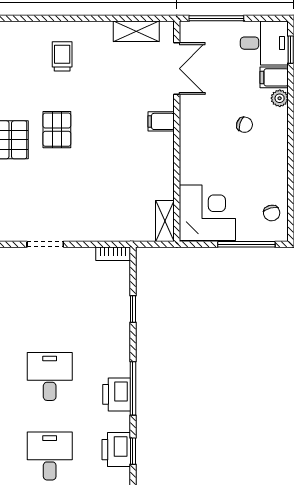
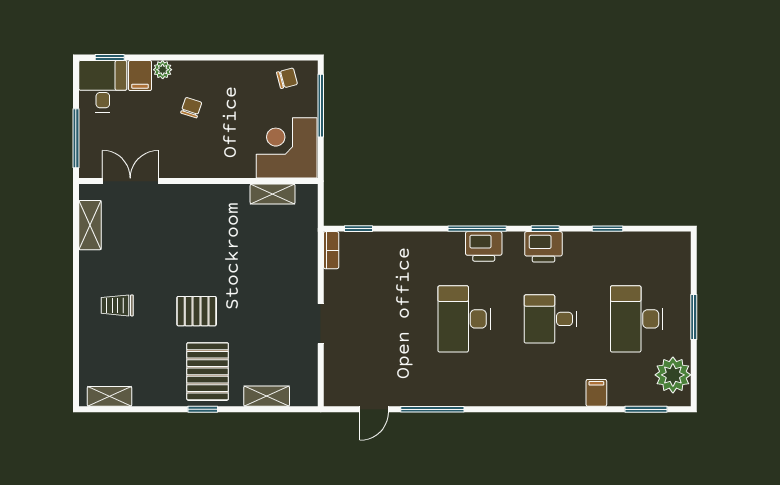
filing cabinet: (161, 121) -> (188, 198), removed
shelving: (165, 221) -> (273, 194), moved
window: (133, 309) -> (359, 229), moved
desk: (50, 376) -> (464, 319), width x1.37

